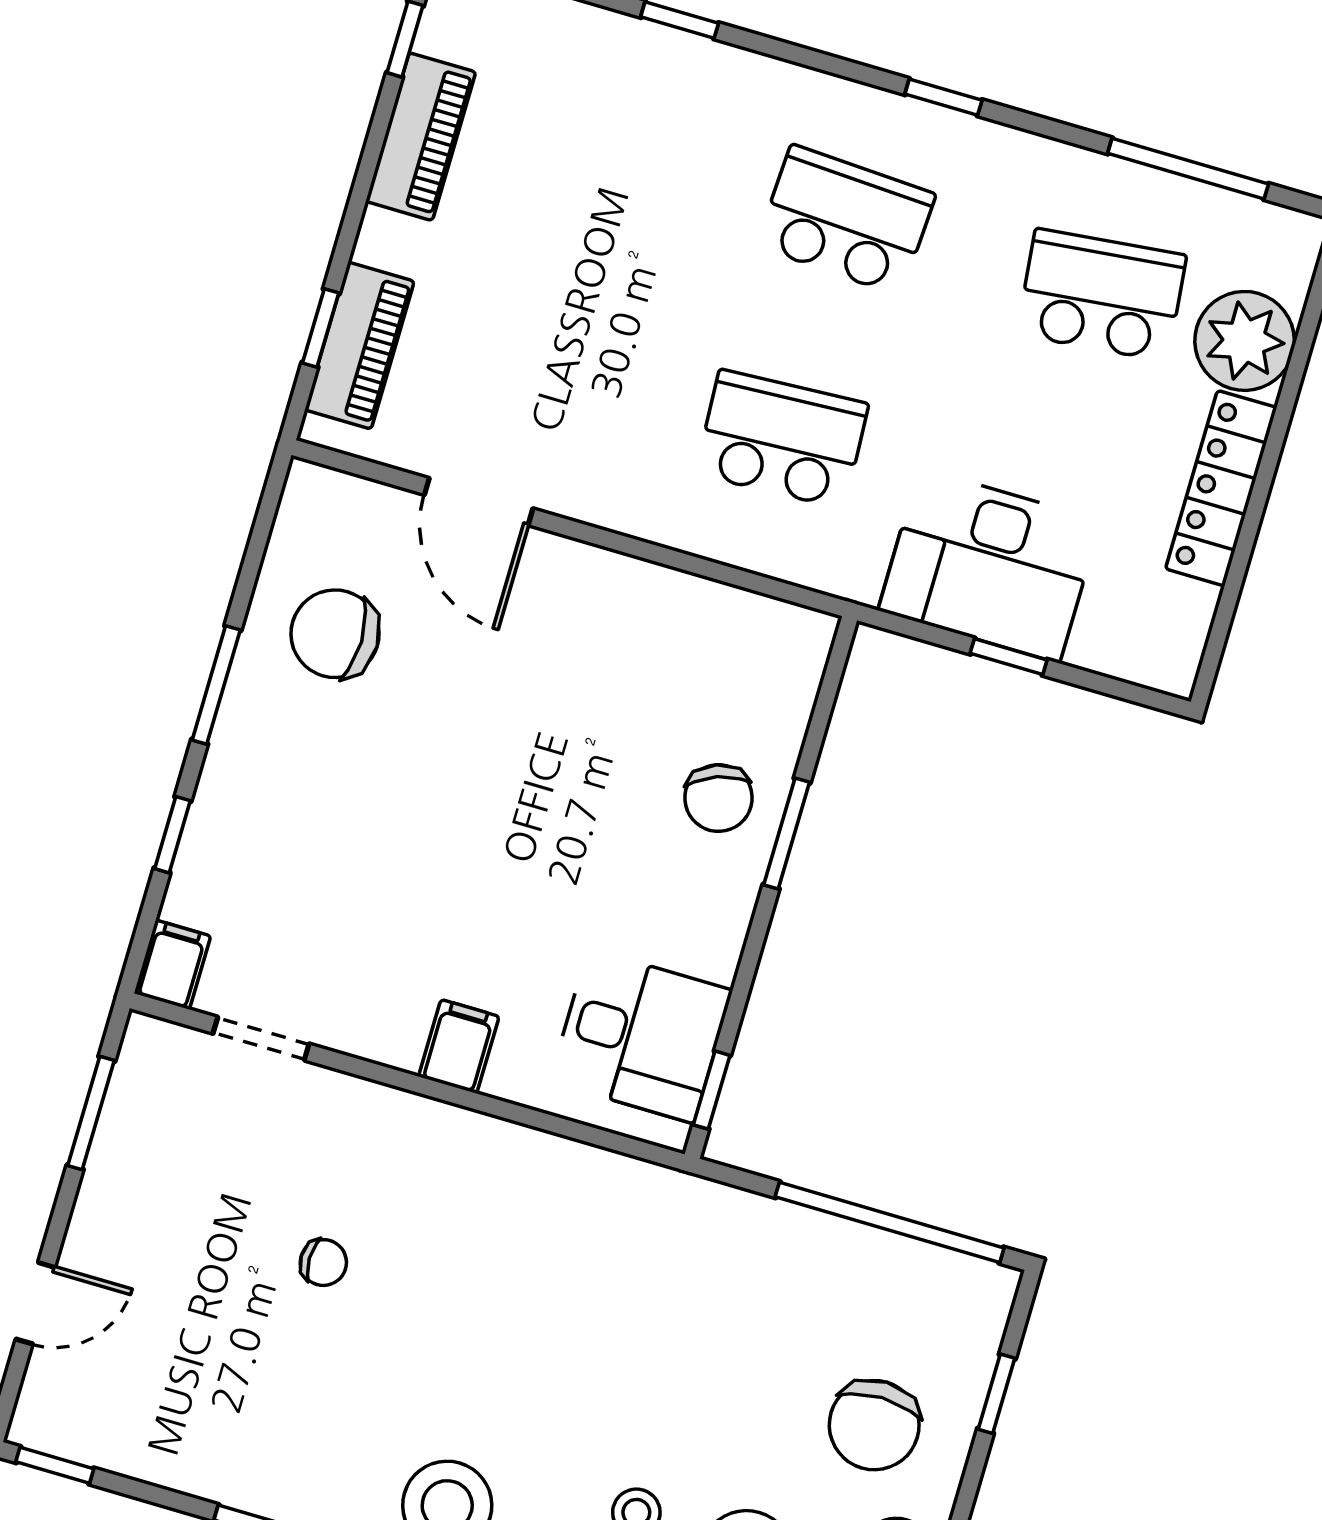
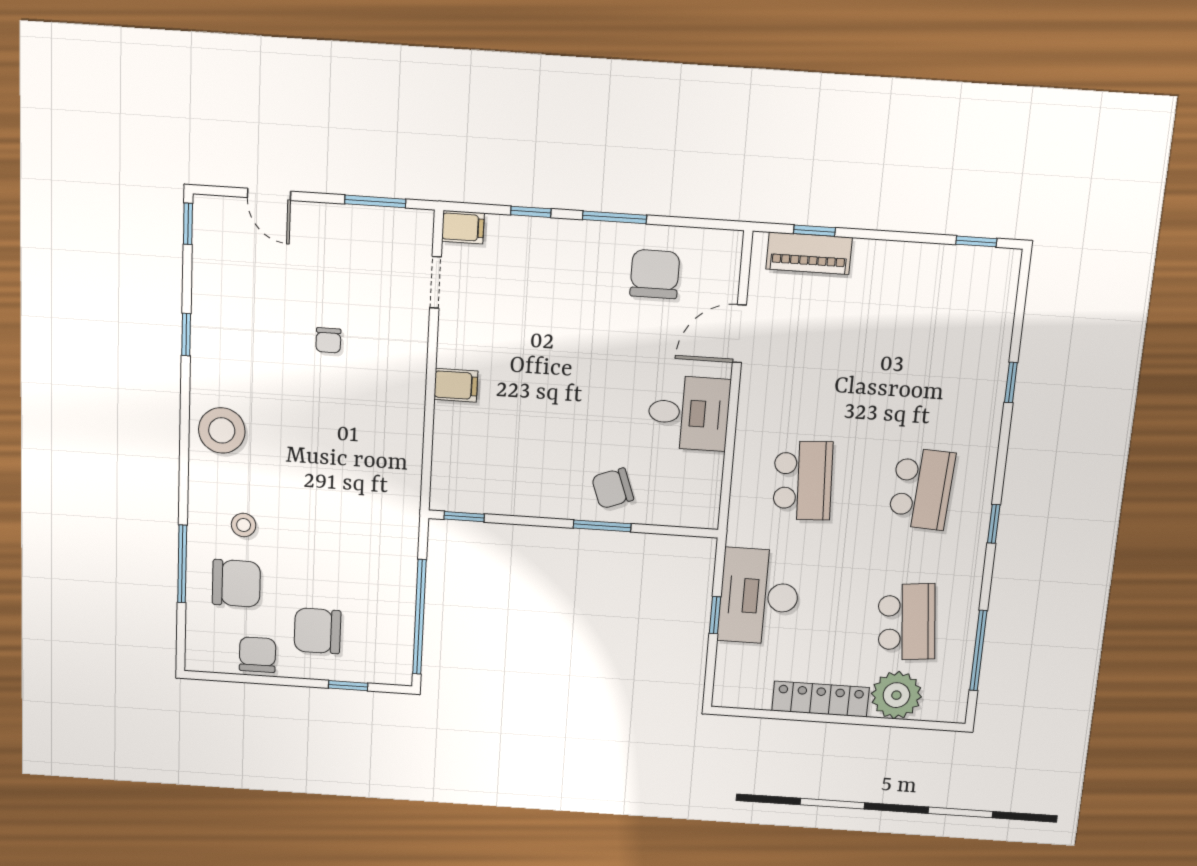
piano: (421, 137) -> (926, 261), removed
desk: (641, 1036) -> (689, 413), moved, turned -90

